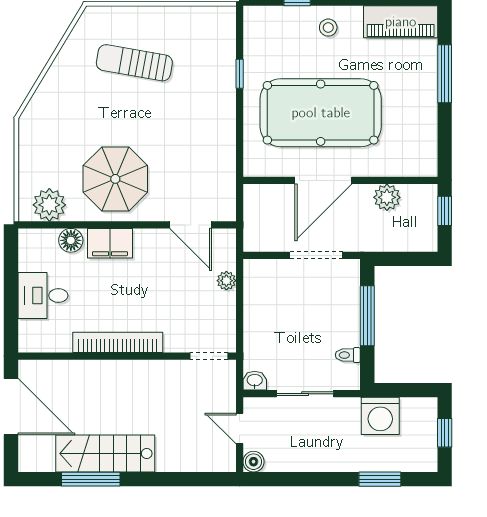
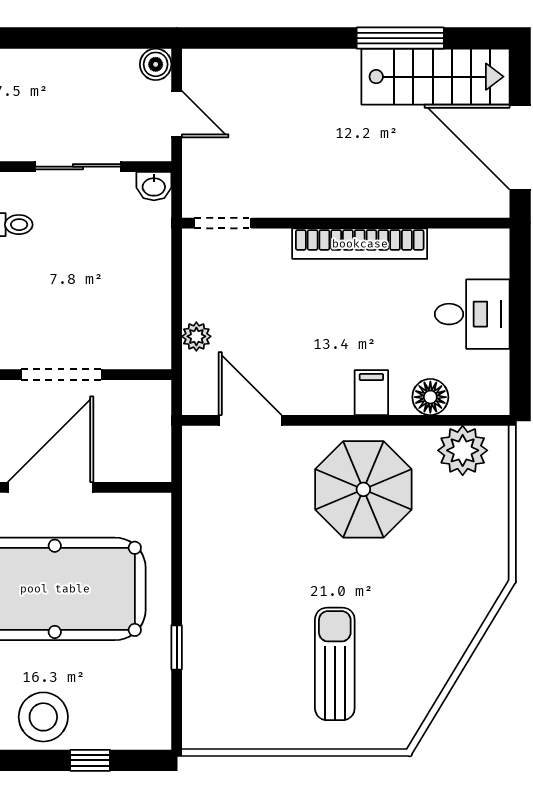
stool: (328, 28) -> (43, 717), width x1.89, depth x1.89
sun lounger: (134, 63) -> (335, 664), turned -100
filing cabinet: (110, 243) -> (371, 393), width x0.50
stairs: (105, 454) -> (435, 77), moved

